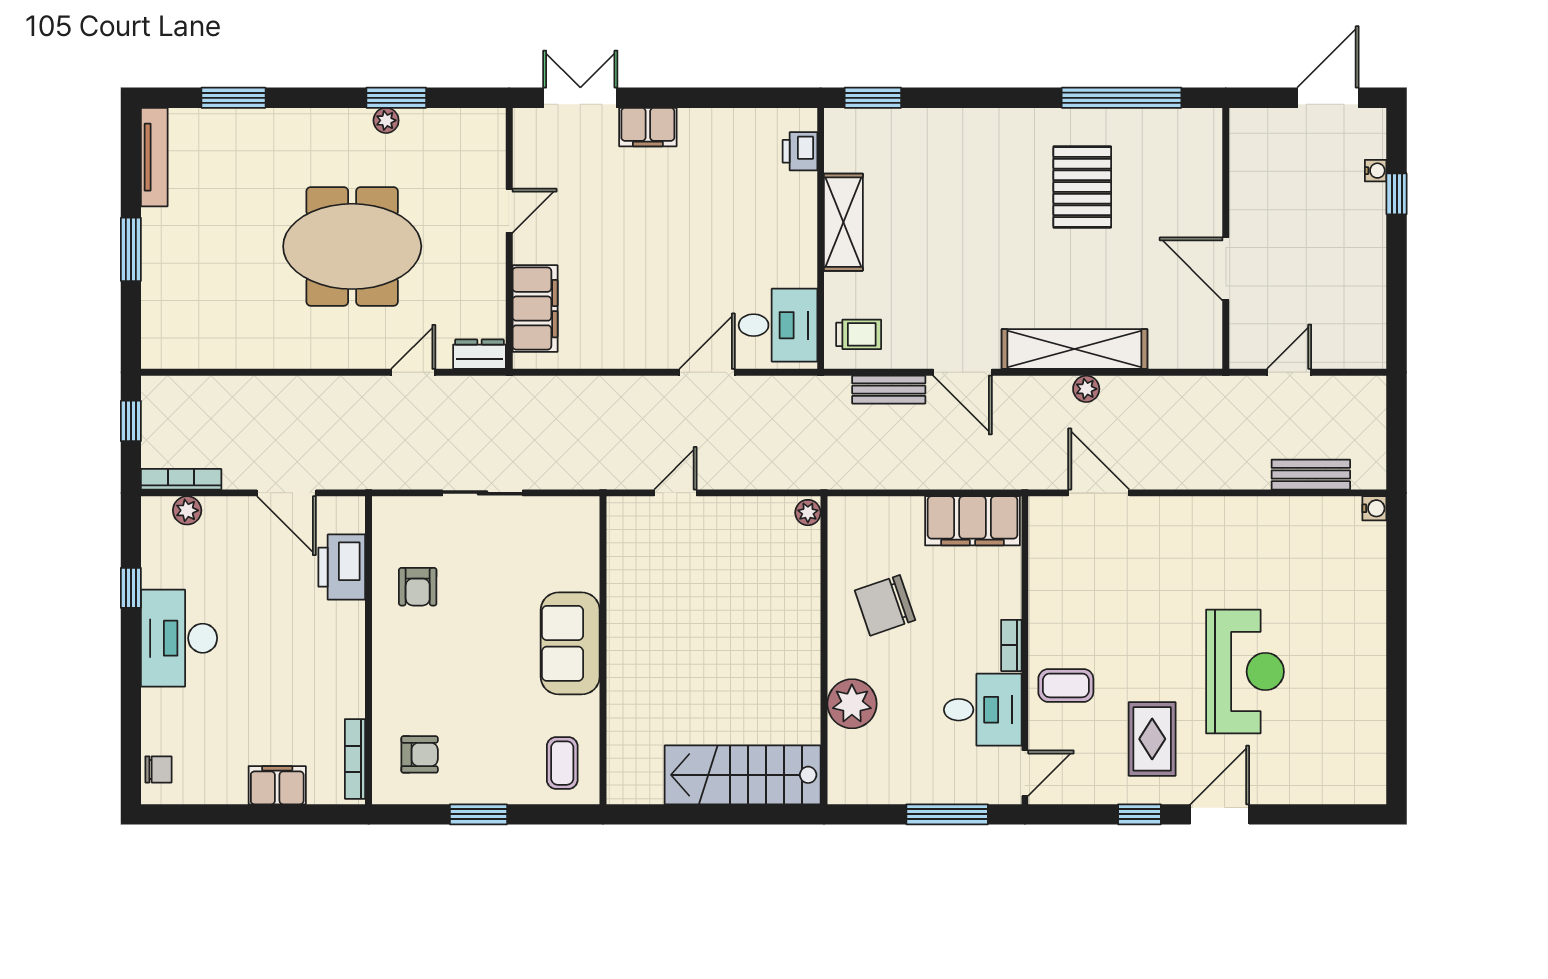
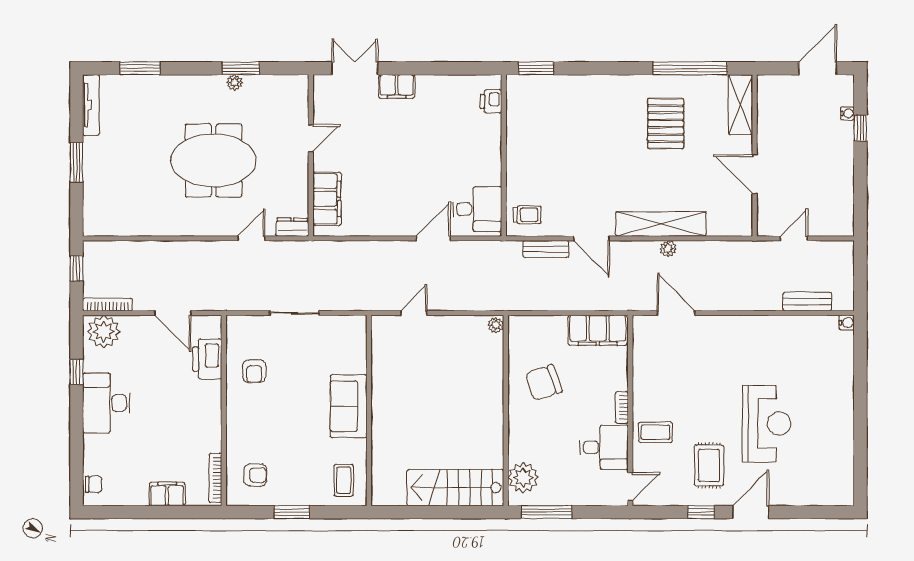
shelving: (843, 222) -> (740, 105), moved
plant: (187, 510) -> (104, 332), width x1.87, depth x1.87
plant: (852, 704) -> (523, 478), moved
window: (947, 814) -> (546, 512), moved

